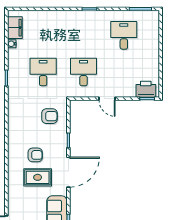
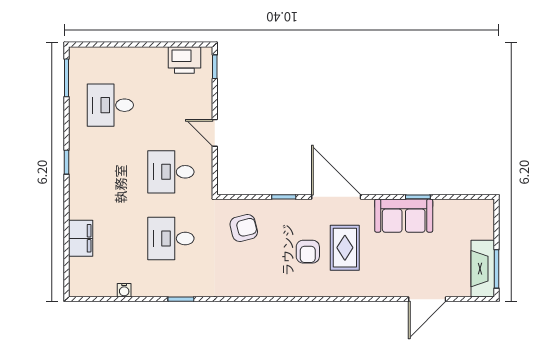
filing cabinet: (15, 28) -> (81, 238), moved, turned 90
printer: (146, 89) -> (184, 60), moved, turned -90
door: (107, 99) -> (215, 133), swing flipped
armchair: (49, 116) -> (244, 228), turned 76
armchair: (35, 155) -> (308, 252), turned 180

